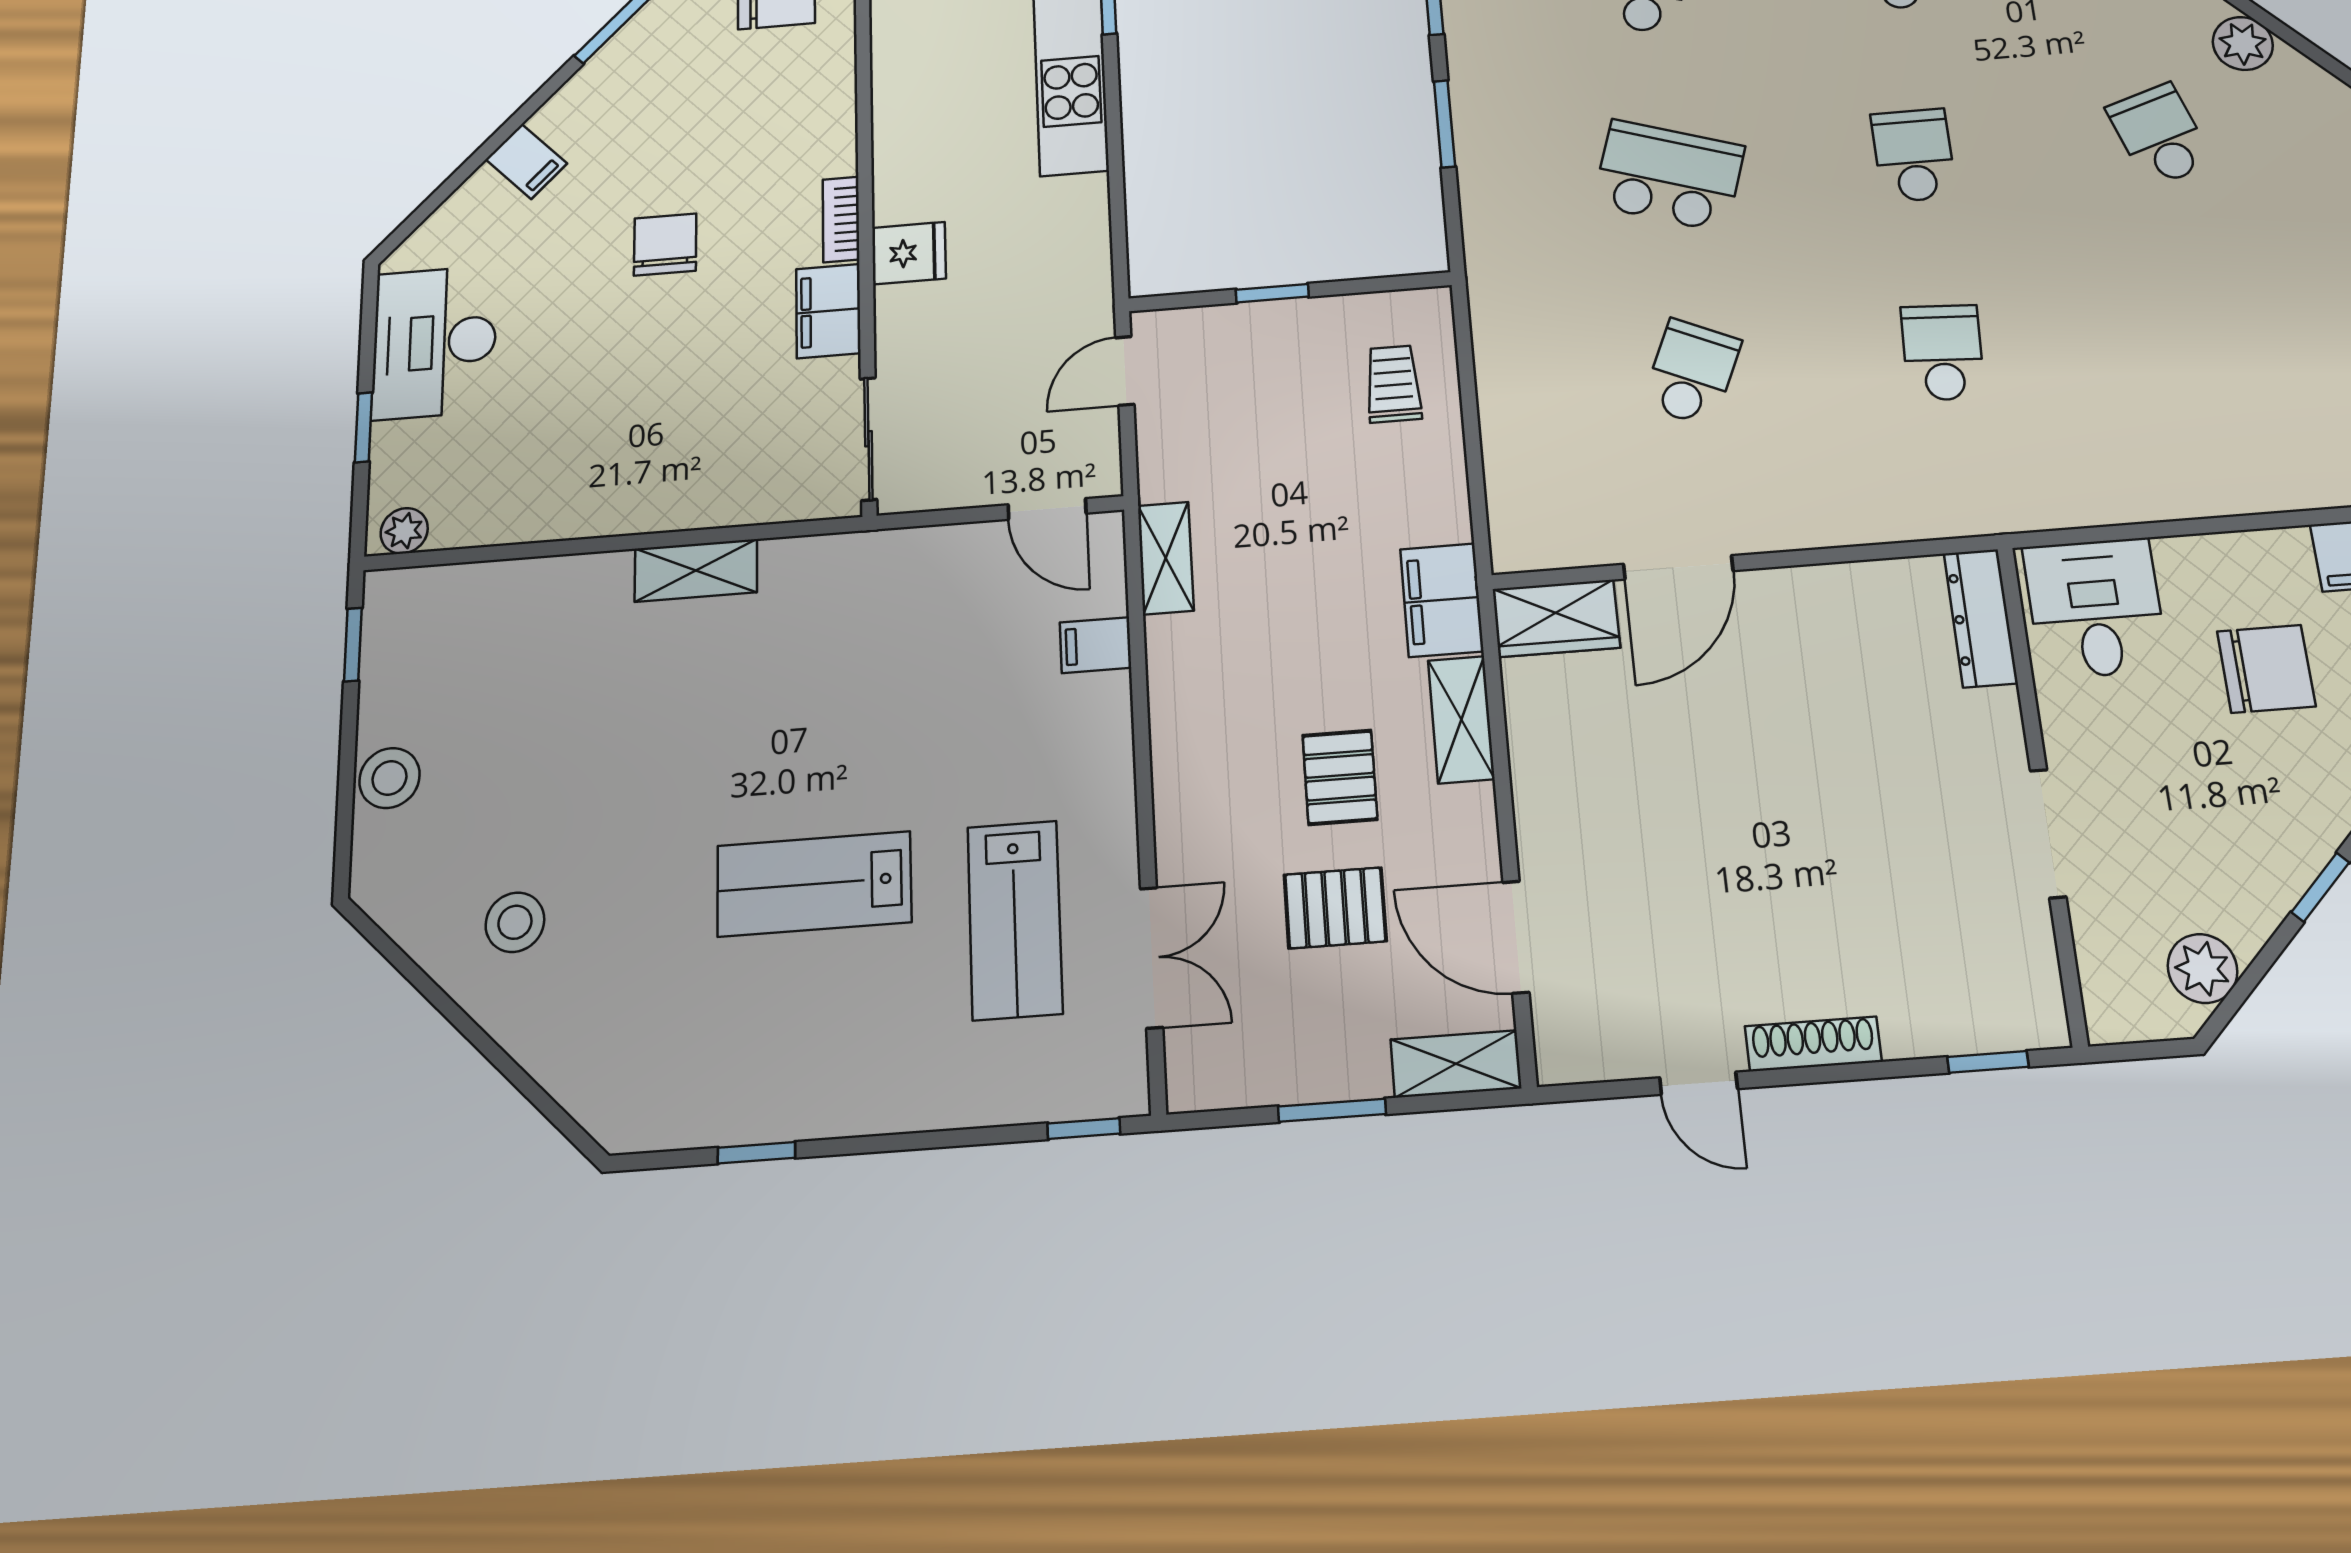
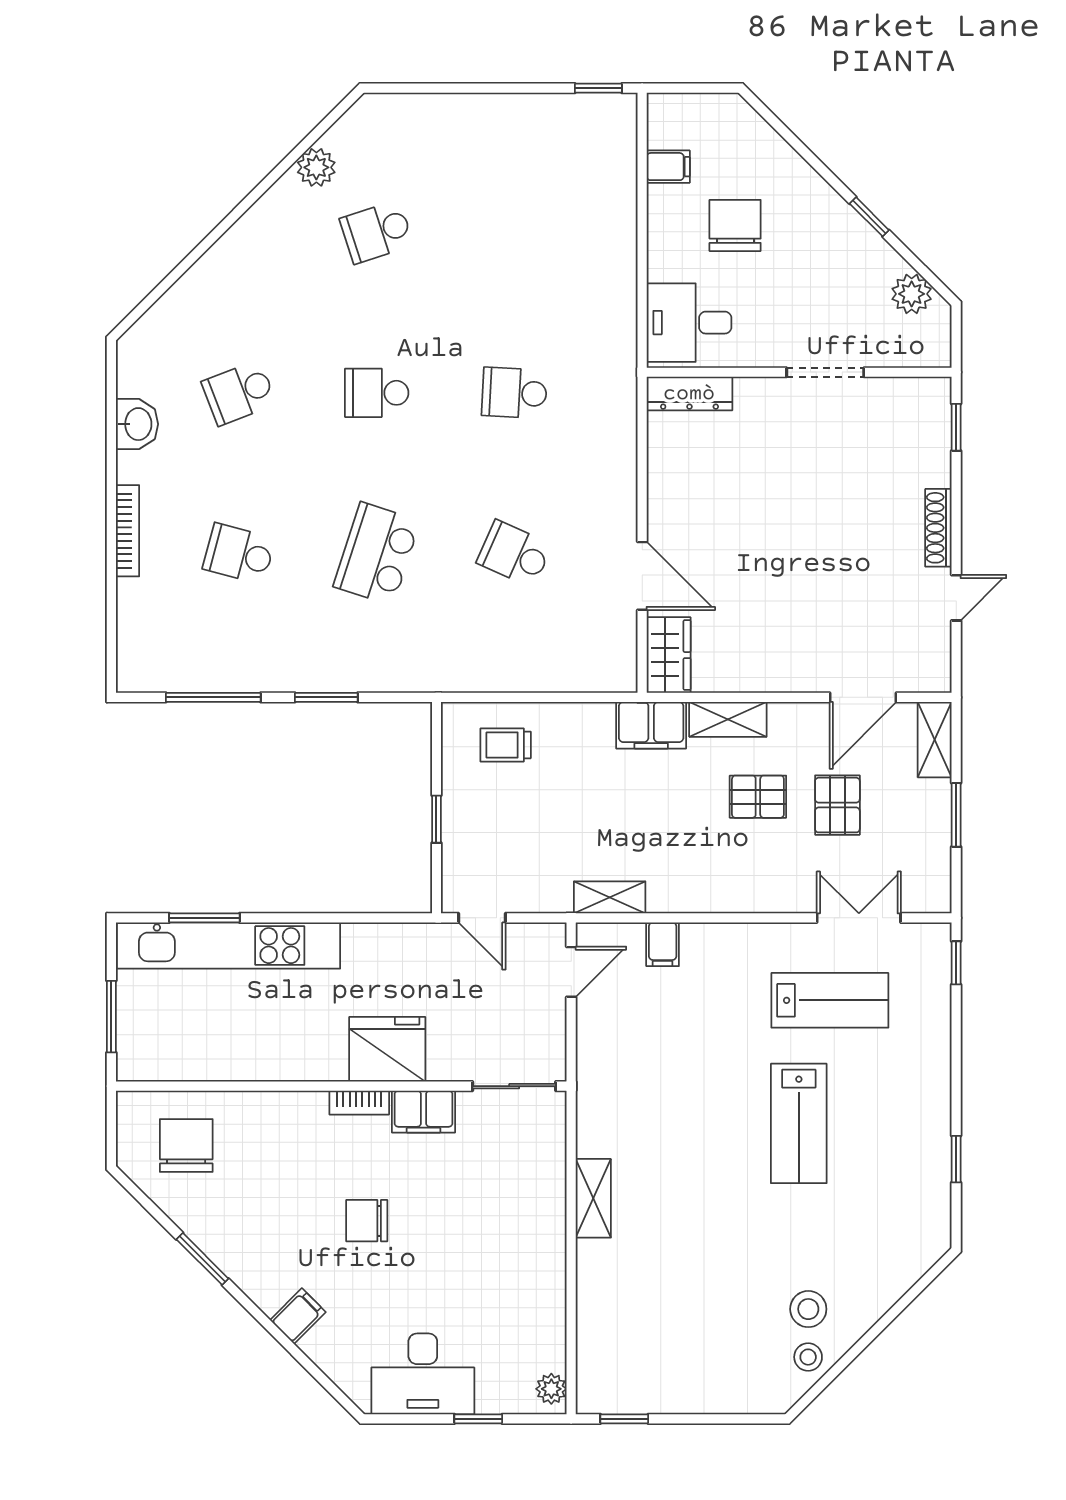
fridge: (909, 253) -> (387, 1049), width x1.88, depth x1.34
stool: (389, 778) -> (808, 1357), moved, width x0.73, depth x0.73

